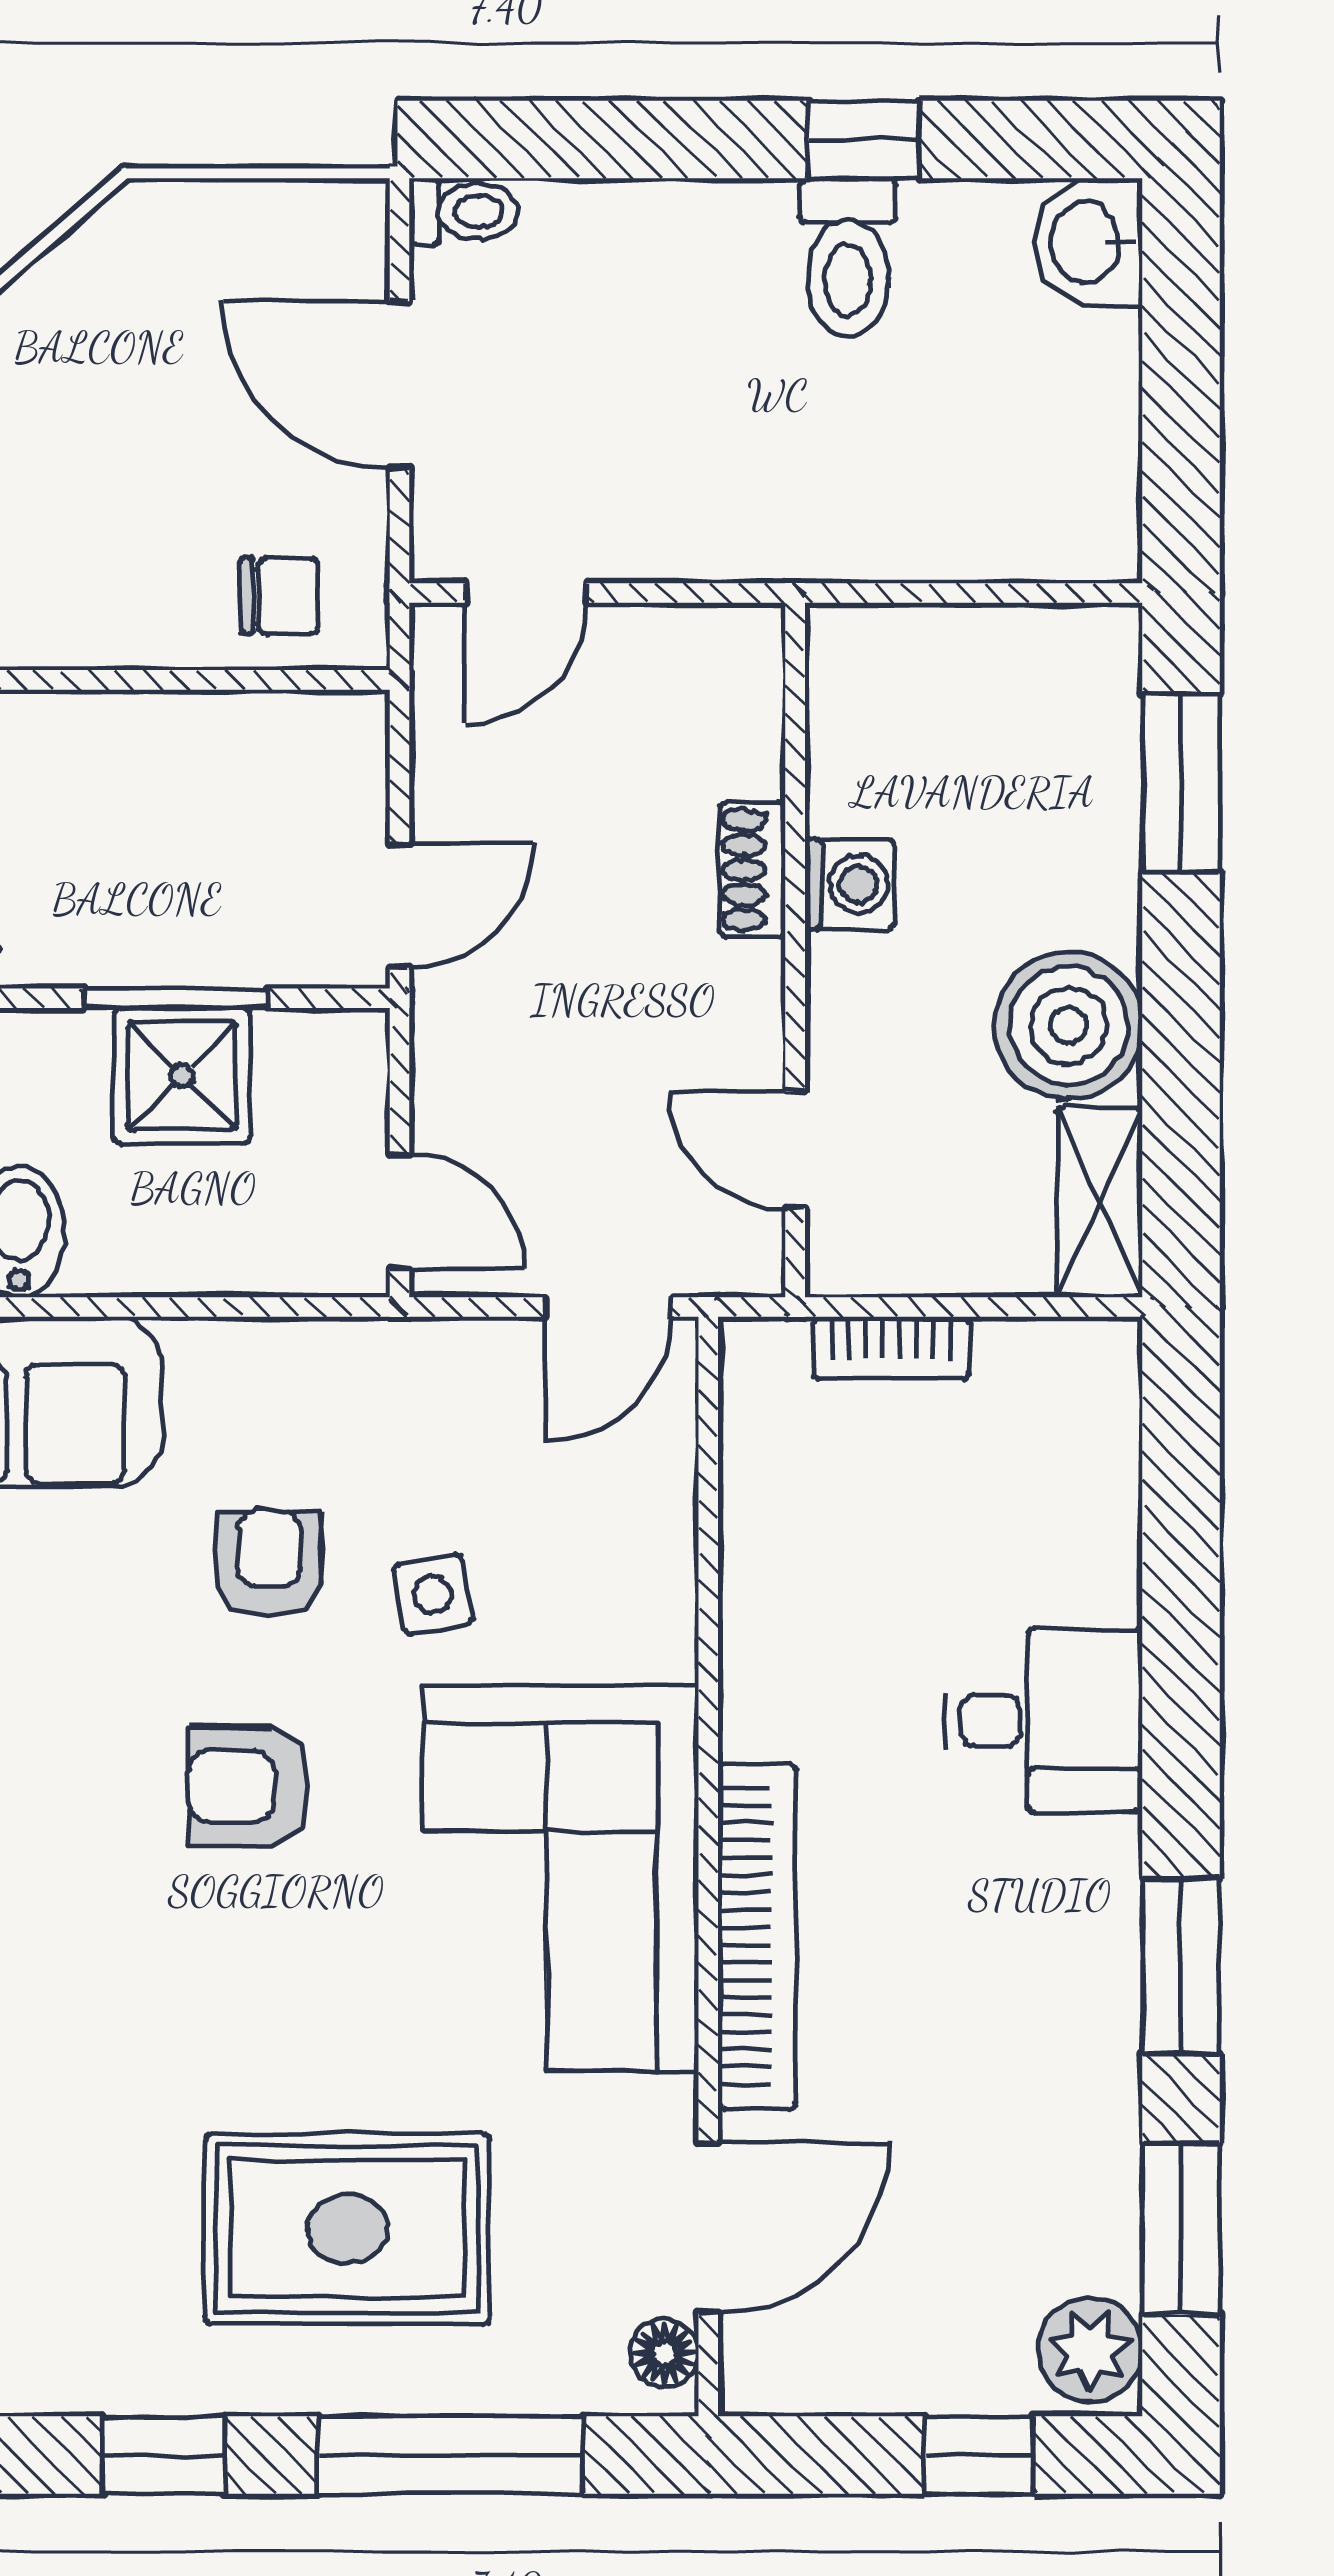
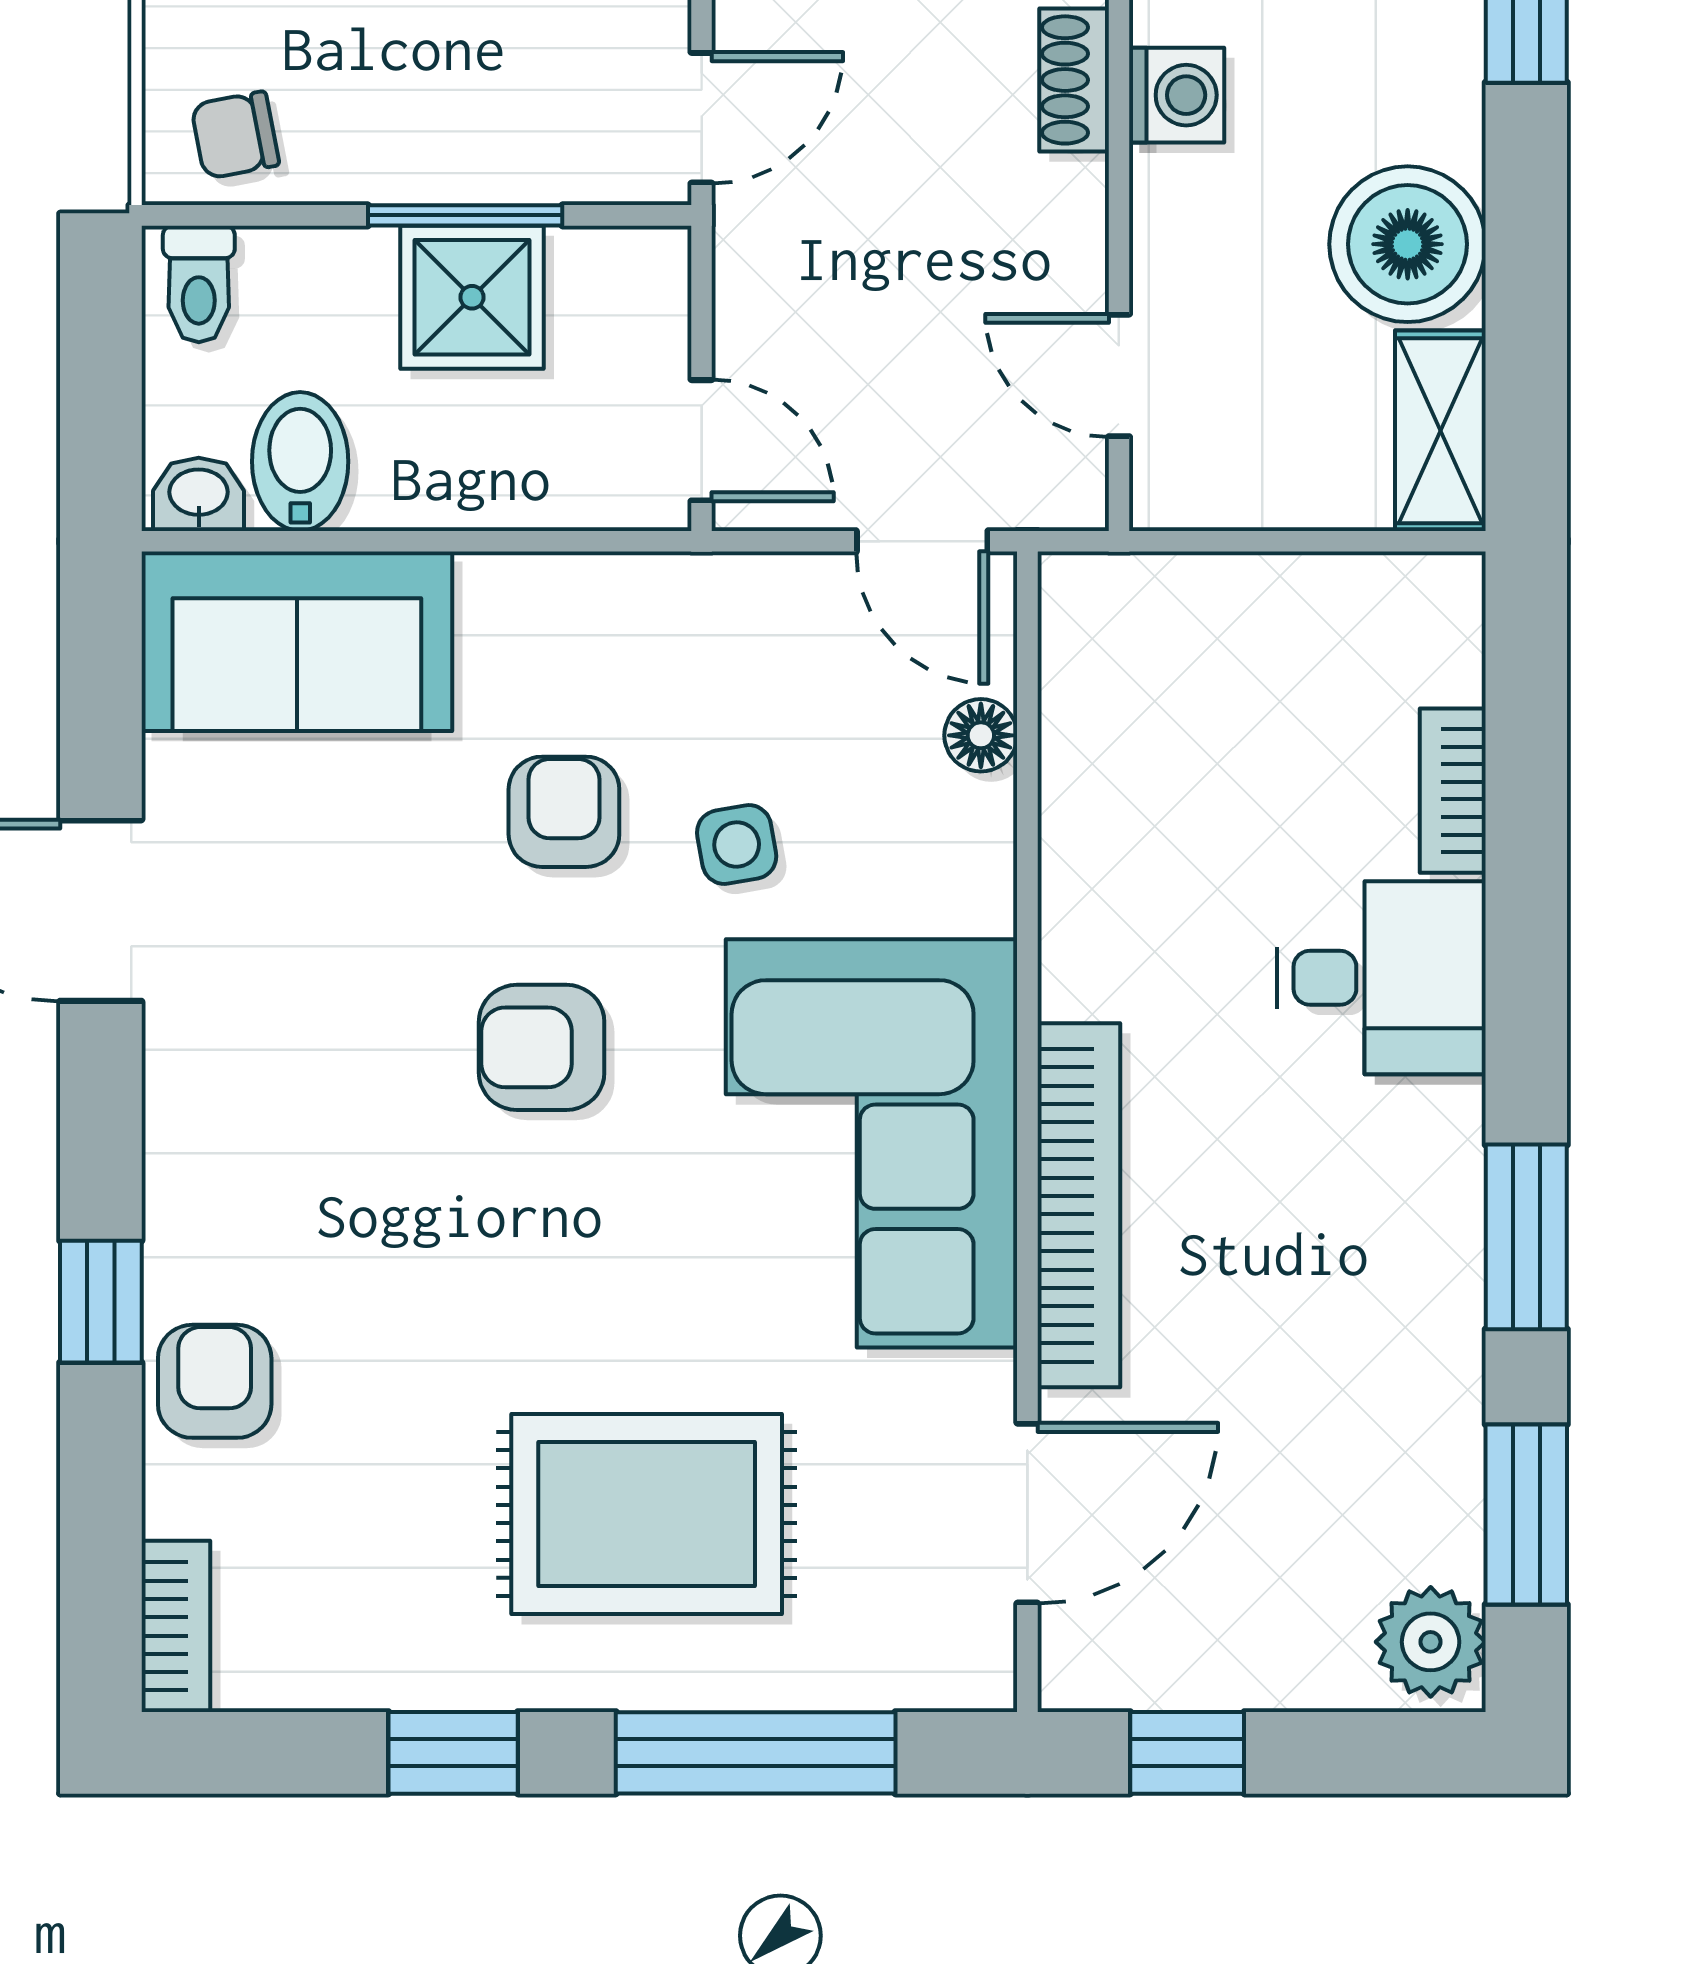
door: (609, 1307) -> (922, 541), hinge flipped
bookcase: (891, 1348) -> (1453, 791), moved, turned 90
floor lamp: (664, 2353) -> (981, 735), moved
window: (979, 2455) -> (1187, 1753), moved

